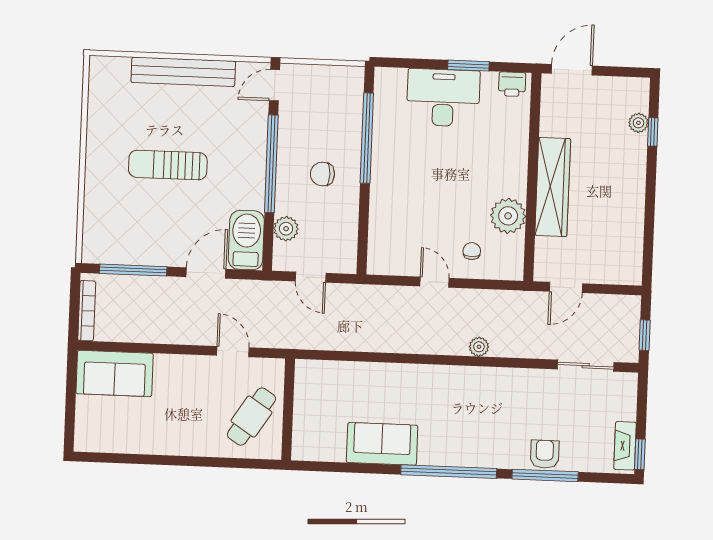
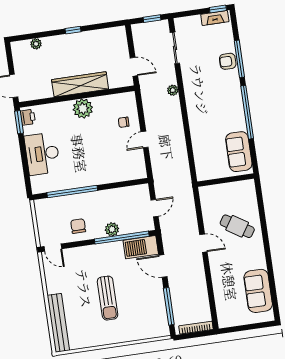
window: (468, 66) -> (19, 122), moved
bench: (183, 72) -> (58, 323), moved
window: (653, 132) -> (73, 30), moved
window: (271, 164) -> (122, 238), moved
chair: (322, 174) -> (78, 226), moved, turned 180
plant: (508, 216) -> (83, 108), moved
plant: (286, 229) -> (112, 229), moved
plant: (479, 347) -> (173, 90), moved
door: (233, 352) -> (203, 243), swing flipped
sofa: (115, 374) -> (258, 291), moved, turned 180
wall: (288, 409) -> (226, 180), moved

